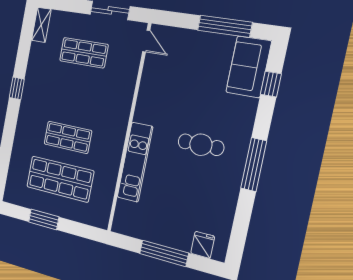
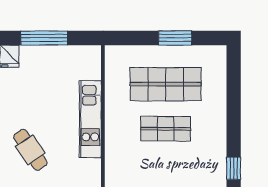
cafe table: (201, 145) -> (30, 150), turned 56

